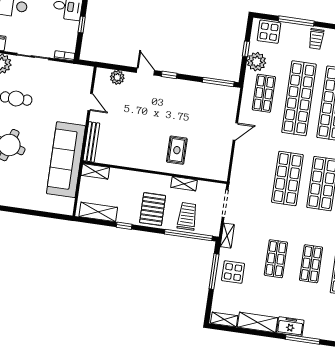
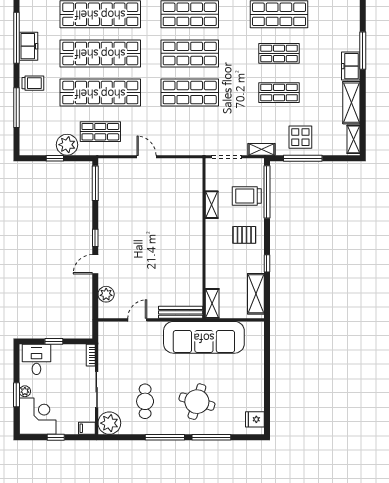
display table: (269, 32) -> (32, 136), removed
rug: (177, 150) -> (176, 218), removed
pallet: (153, 209) -> (244, 235), width x0.67, depth x0.71

